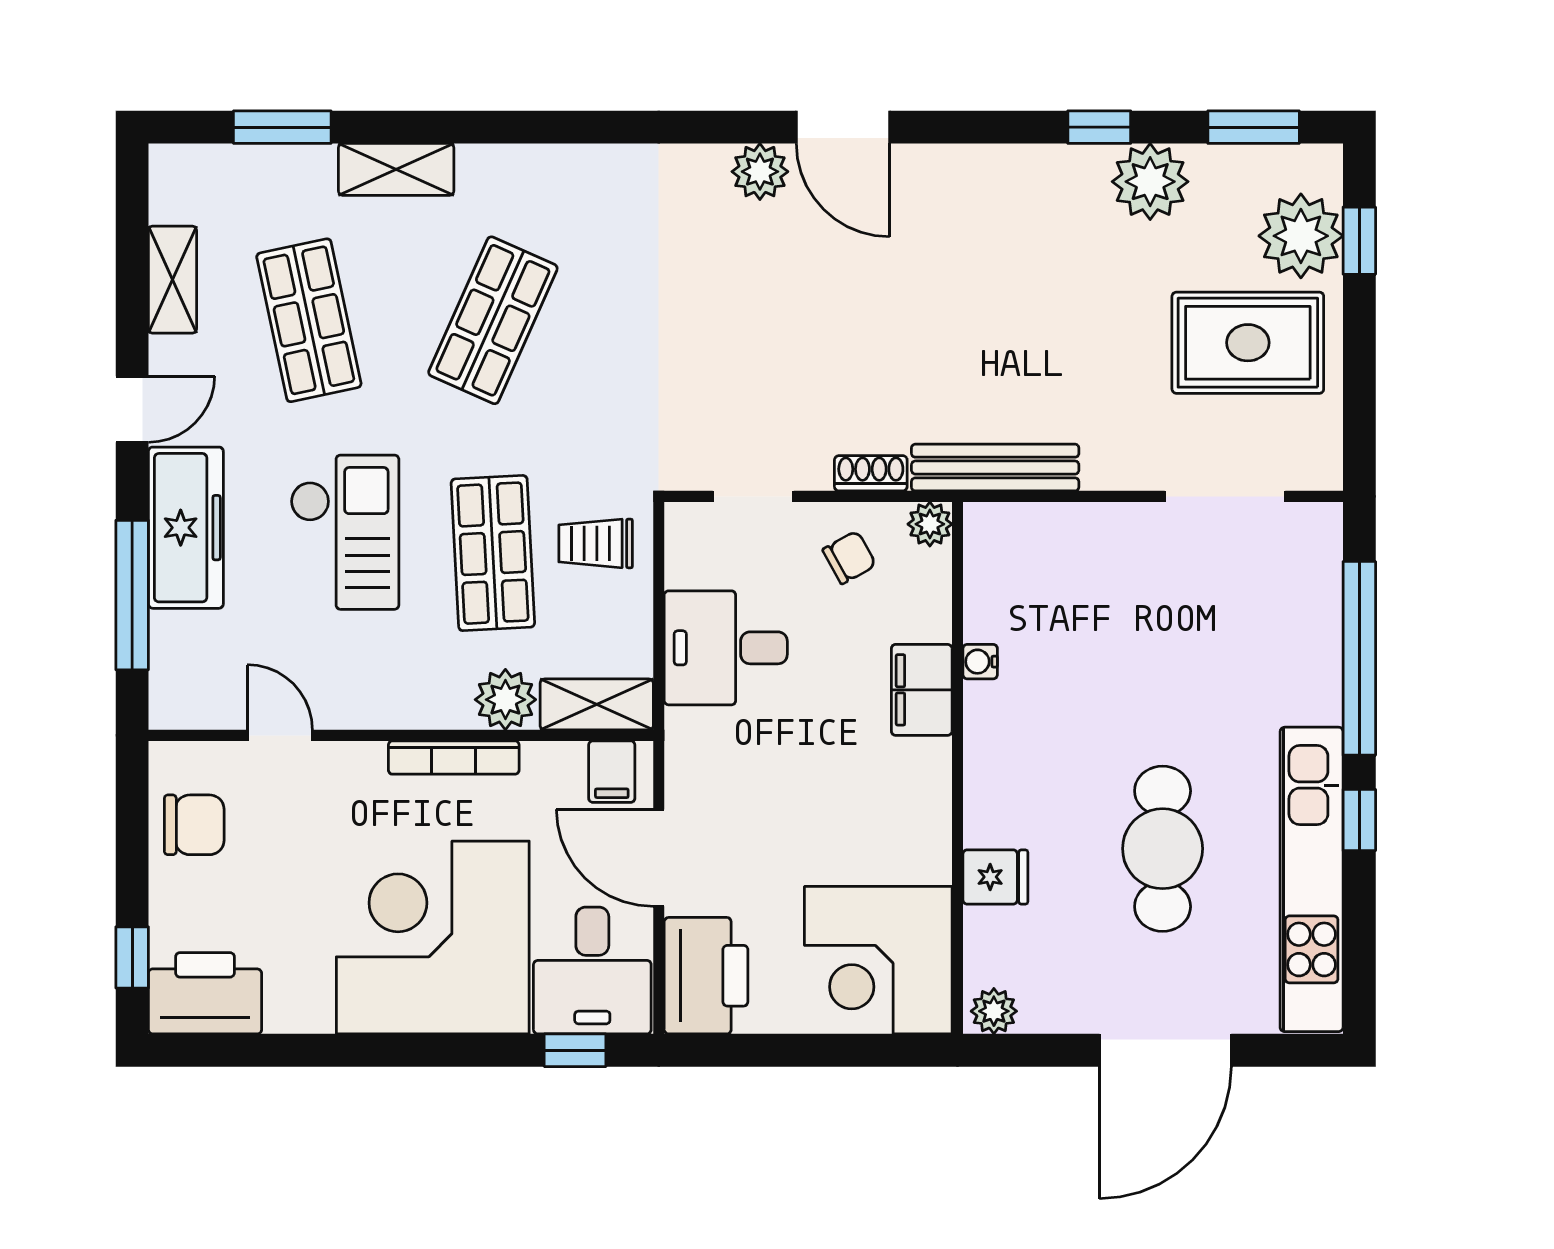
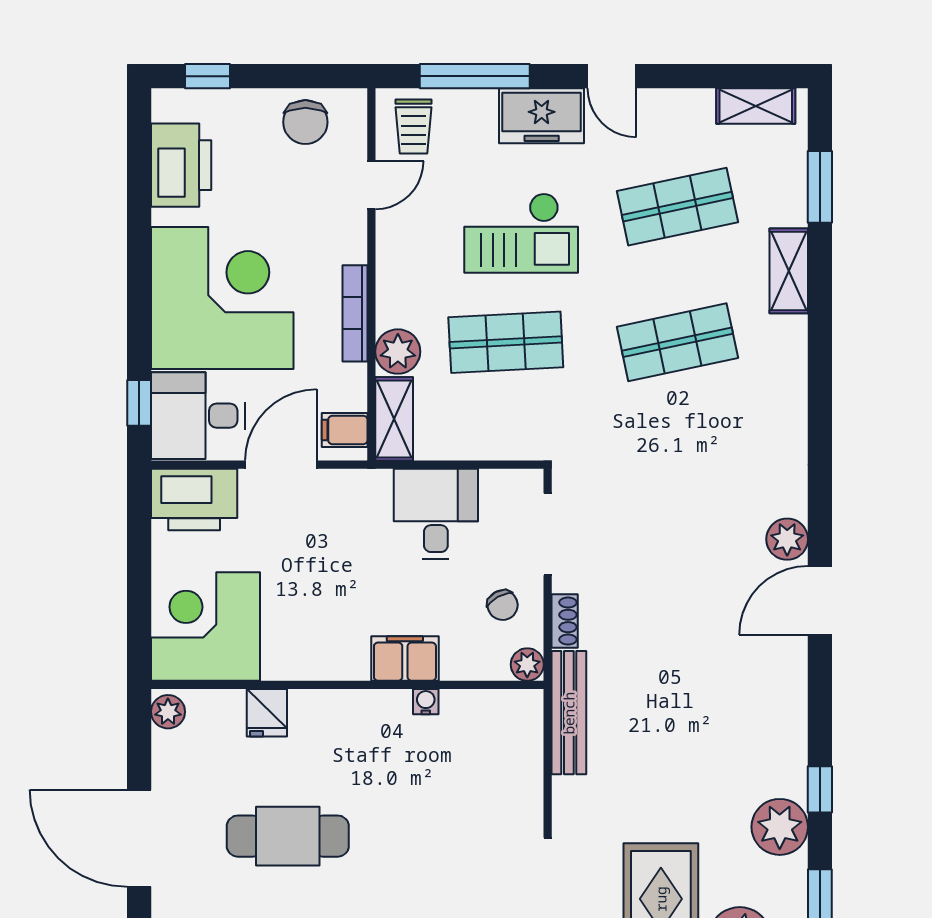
shelving: (172, 280) -> (756, 106), moved
shop shelf: (493, 320) -> (677, 342), turned -36
doorway: (753, 496) -> (548, 534), width x1.38
freezer: (186, 528) -> (542, 116), width x0.71
trolley: (596, 543) -> (413, 127), moved, turned 180
printer: (205, 993) -> (181, 165), moved

